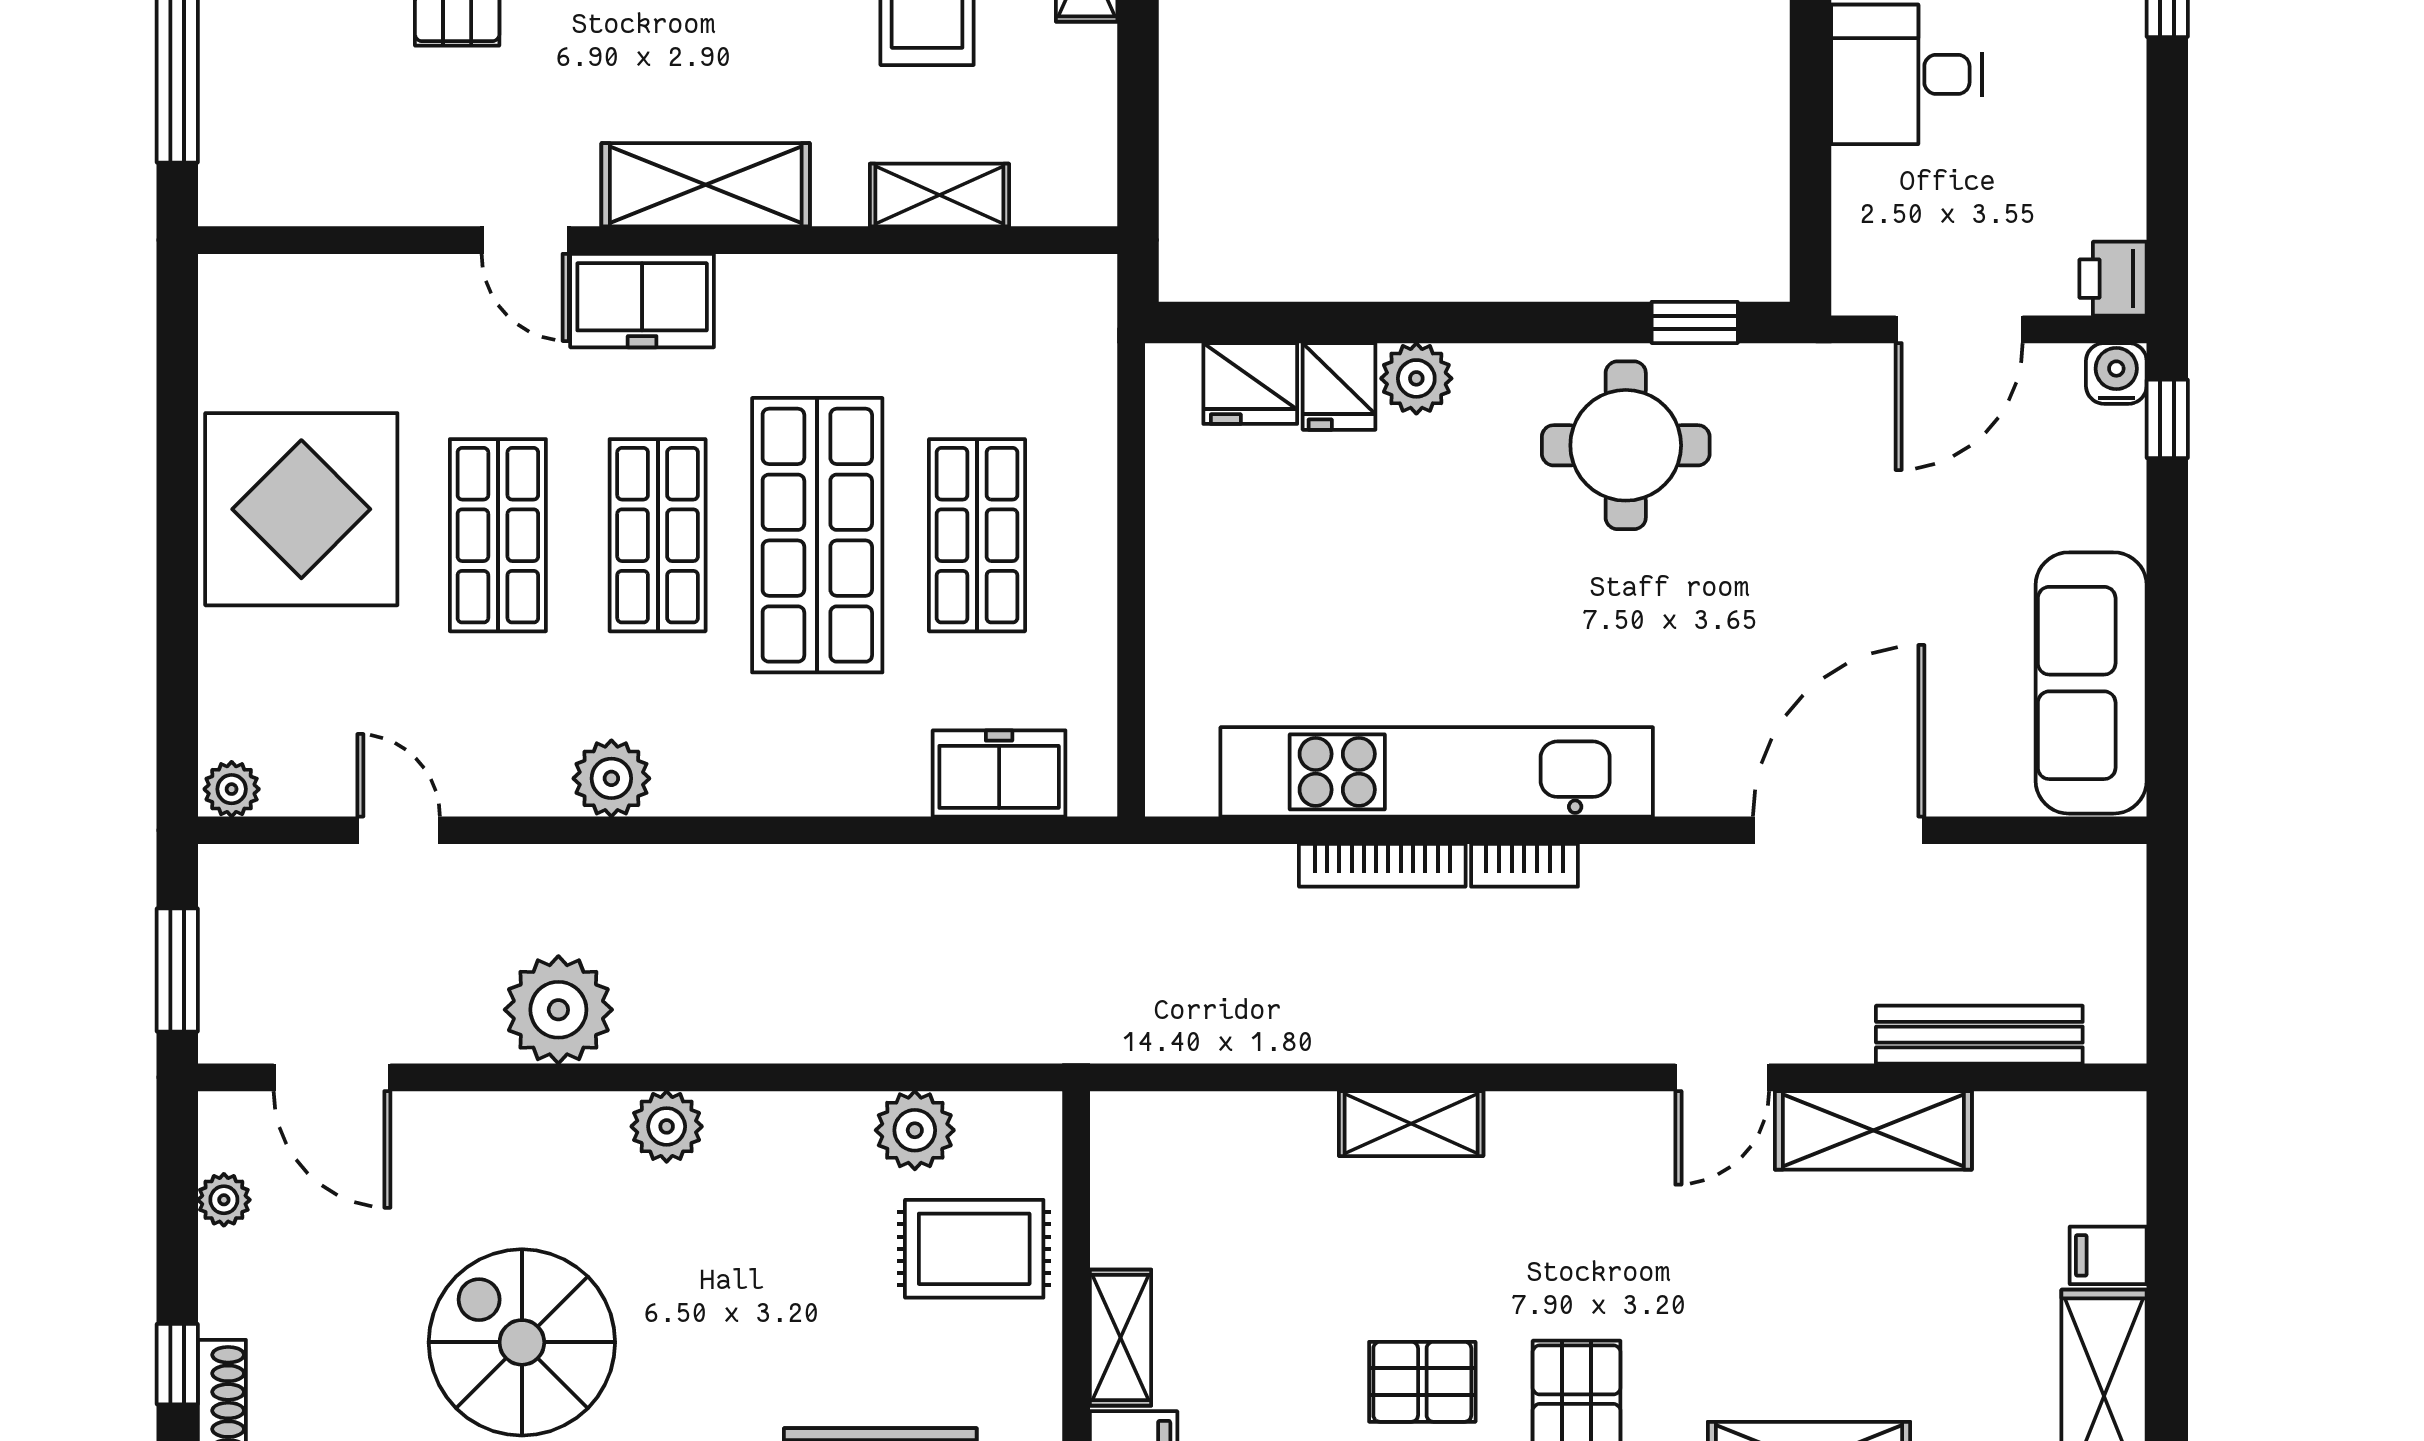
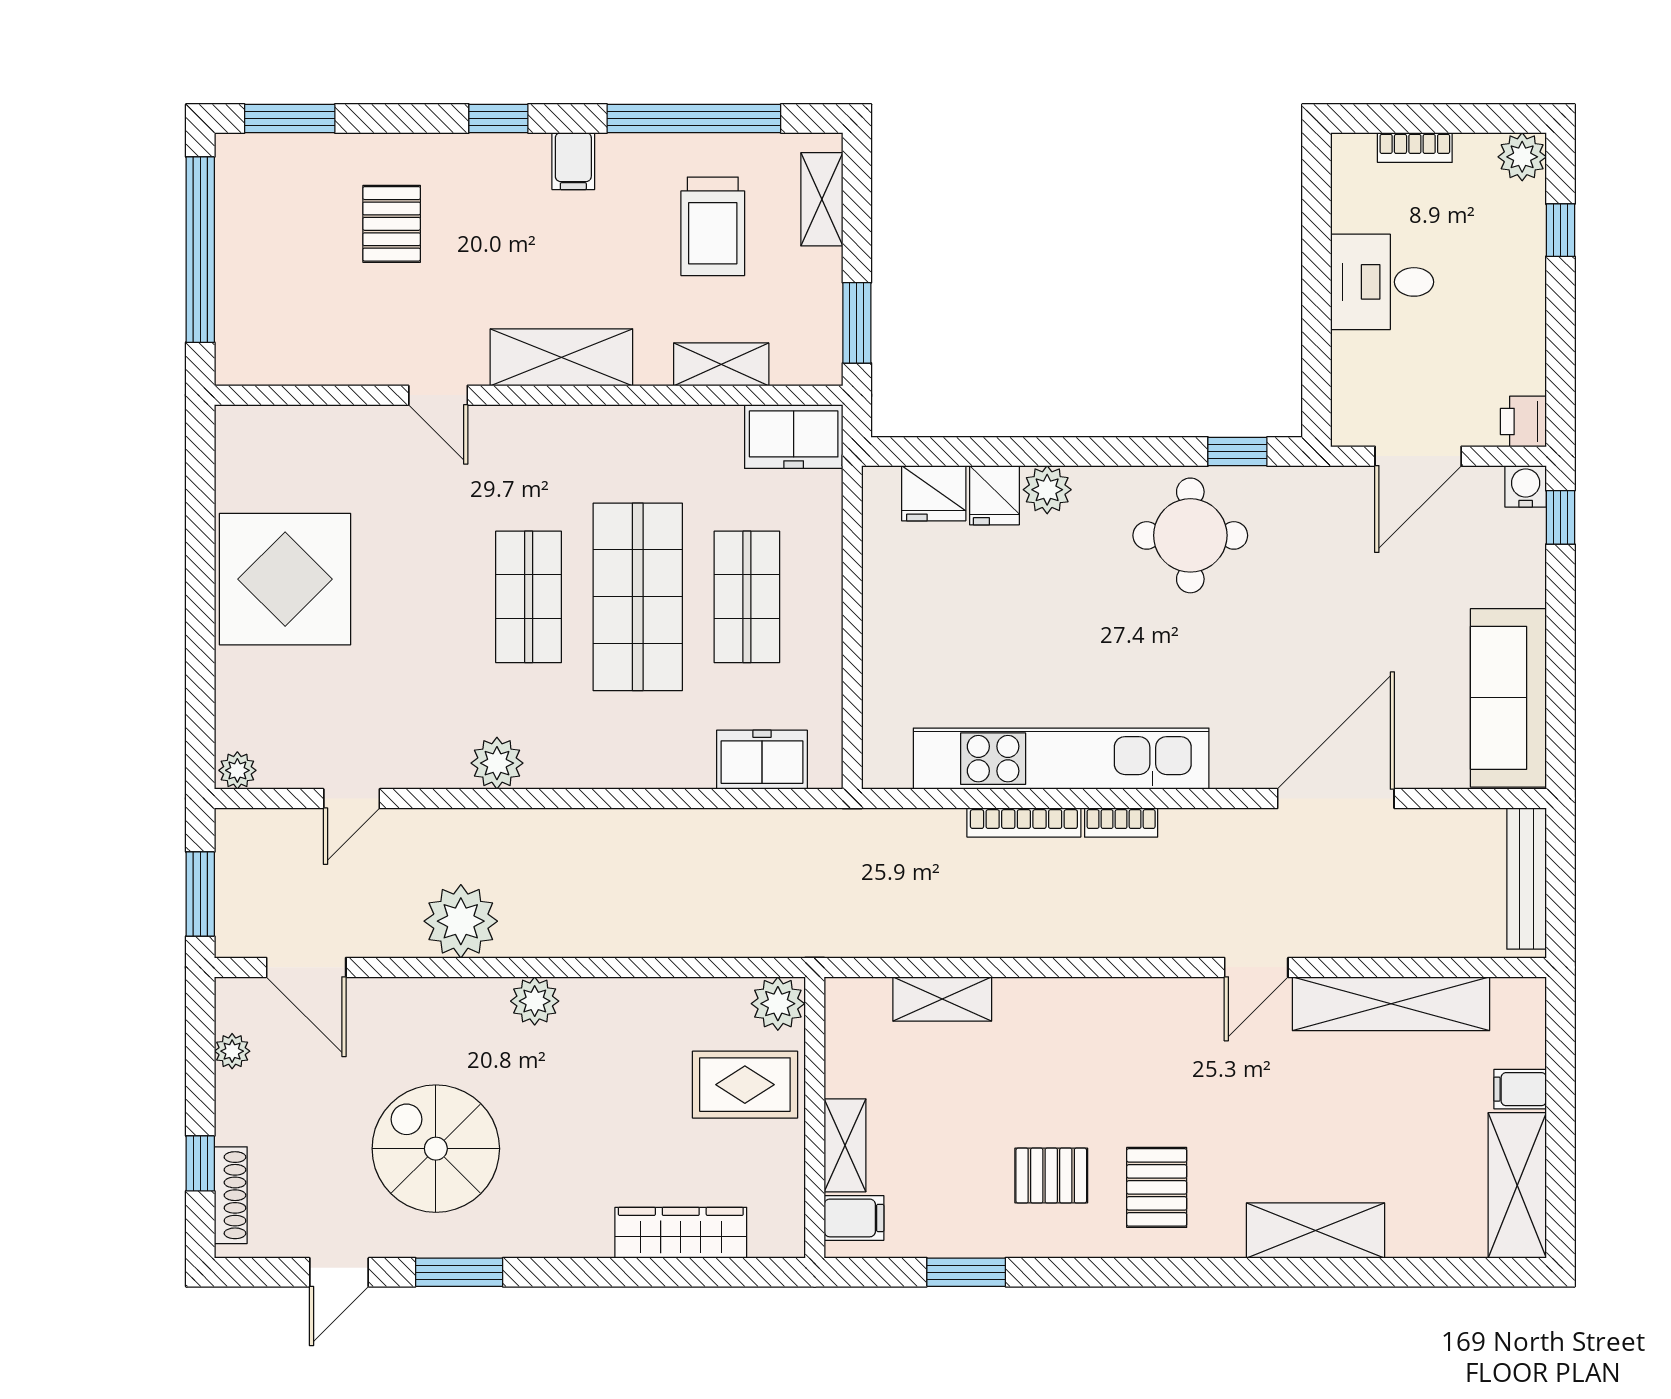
window: (1138, 134) -> (857, 323), added
freezer: (642, 301) -> (794, 437), moved
shop shelf: (498, 535) -> (419, 597), removed
door: (399, 830) -> (352, 799), swing flipped
bench: (1979, 1035) -> (1527, 879), moved, turned 90
shelving: (1411, 1124) -> (942, 999), moved
plant: (915, 1130) -> (778, 1004), moved
shelving: (1873, 1130) -> (1391, 1004), width x1.47

